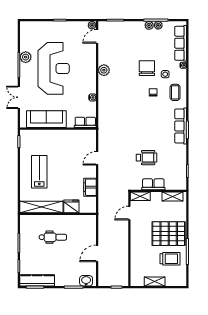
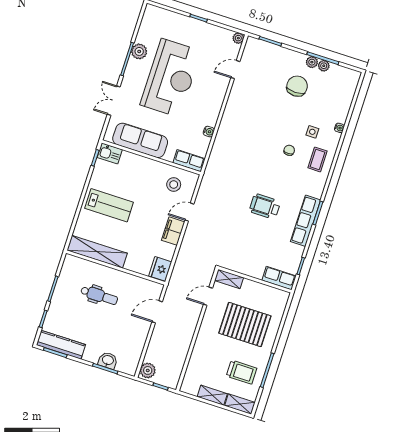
door: (97, 36) -> (235, 70), moved
row of seats: (181, 43) -> (345, 98), removed
chair: (147, 68) -> (297, 86), moved
plant: (104, 70) -> (148, 370), moved
row of seats: (181, 126) -> (306, 221), moved
kitchen sink: (28, 135) -> (110, 154), added
stool: (80, 143) -> (174, 184), added
wheelchair: (146, 158) -> (265, 206), moved, turned 180
lab bench: (39, 172) -> (109, 205), turned 90
row of seats: (153, 184) -> (279, 278), moved
filing cabinet: (90, 187) -> (173, 231), moved
shelving: (173, 196) -> (240, 404), moved
fridge: (71, 206) -> (160, 269), moved, turned -90
pallet: (169, 234) -> (245, 325), moved
door: (97, 253) -> (157, 312), moved
washbasin: (86, 281) -> (108, 360), moved

